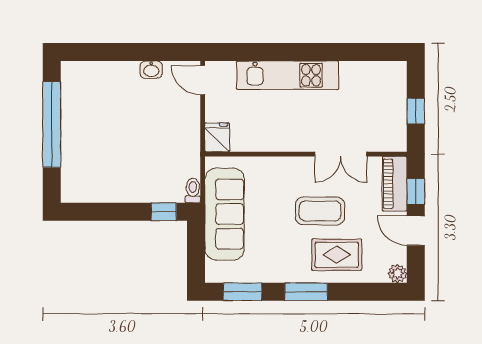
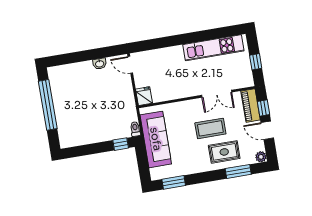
kitchen unit: (288, 75) -> (213, 48), moved
window: (306, 292) -> (238, 171), moved

